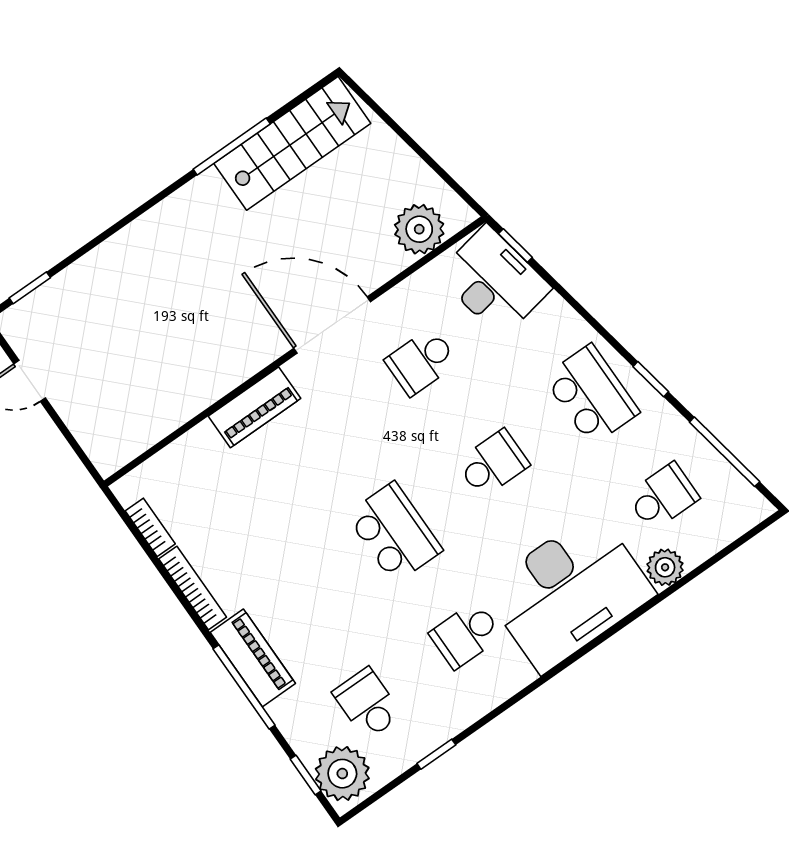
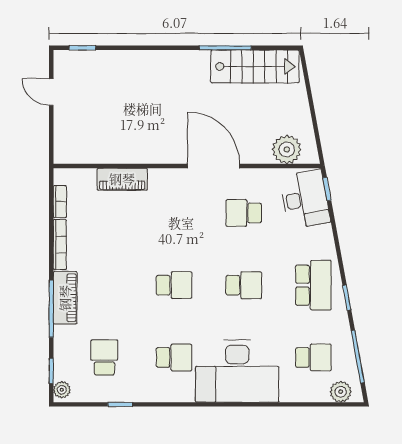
piano: (255, 407) -> (122, 179), moved
school desk: (394, 533) -> (174, 285), width x0.54
plant: (665, 567) -> (341, 392), moved
school desk: (466, 635) -> (174, 357), turned 180
plant: (342, 774) -> (62, 390), width x0.53, depth x0.53

